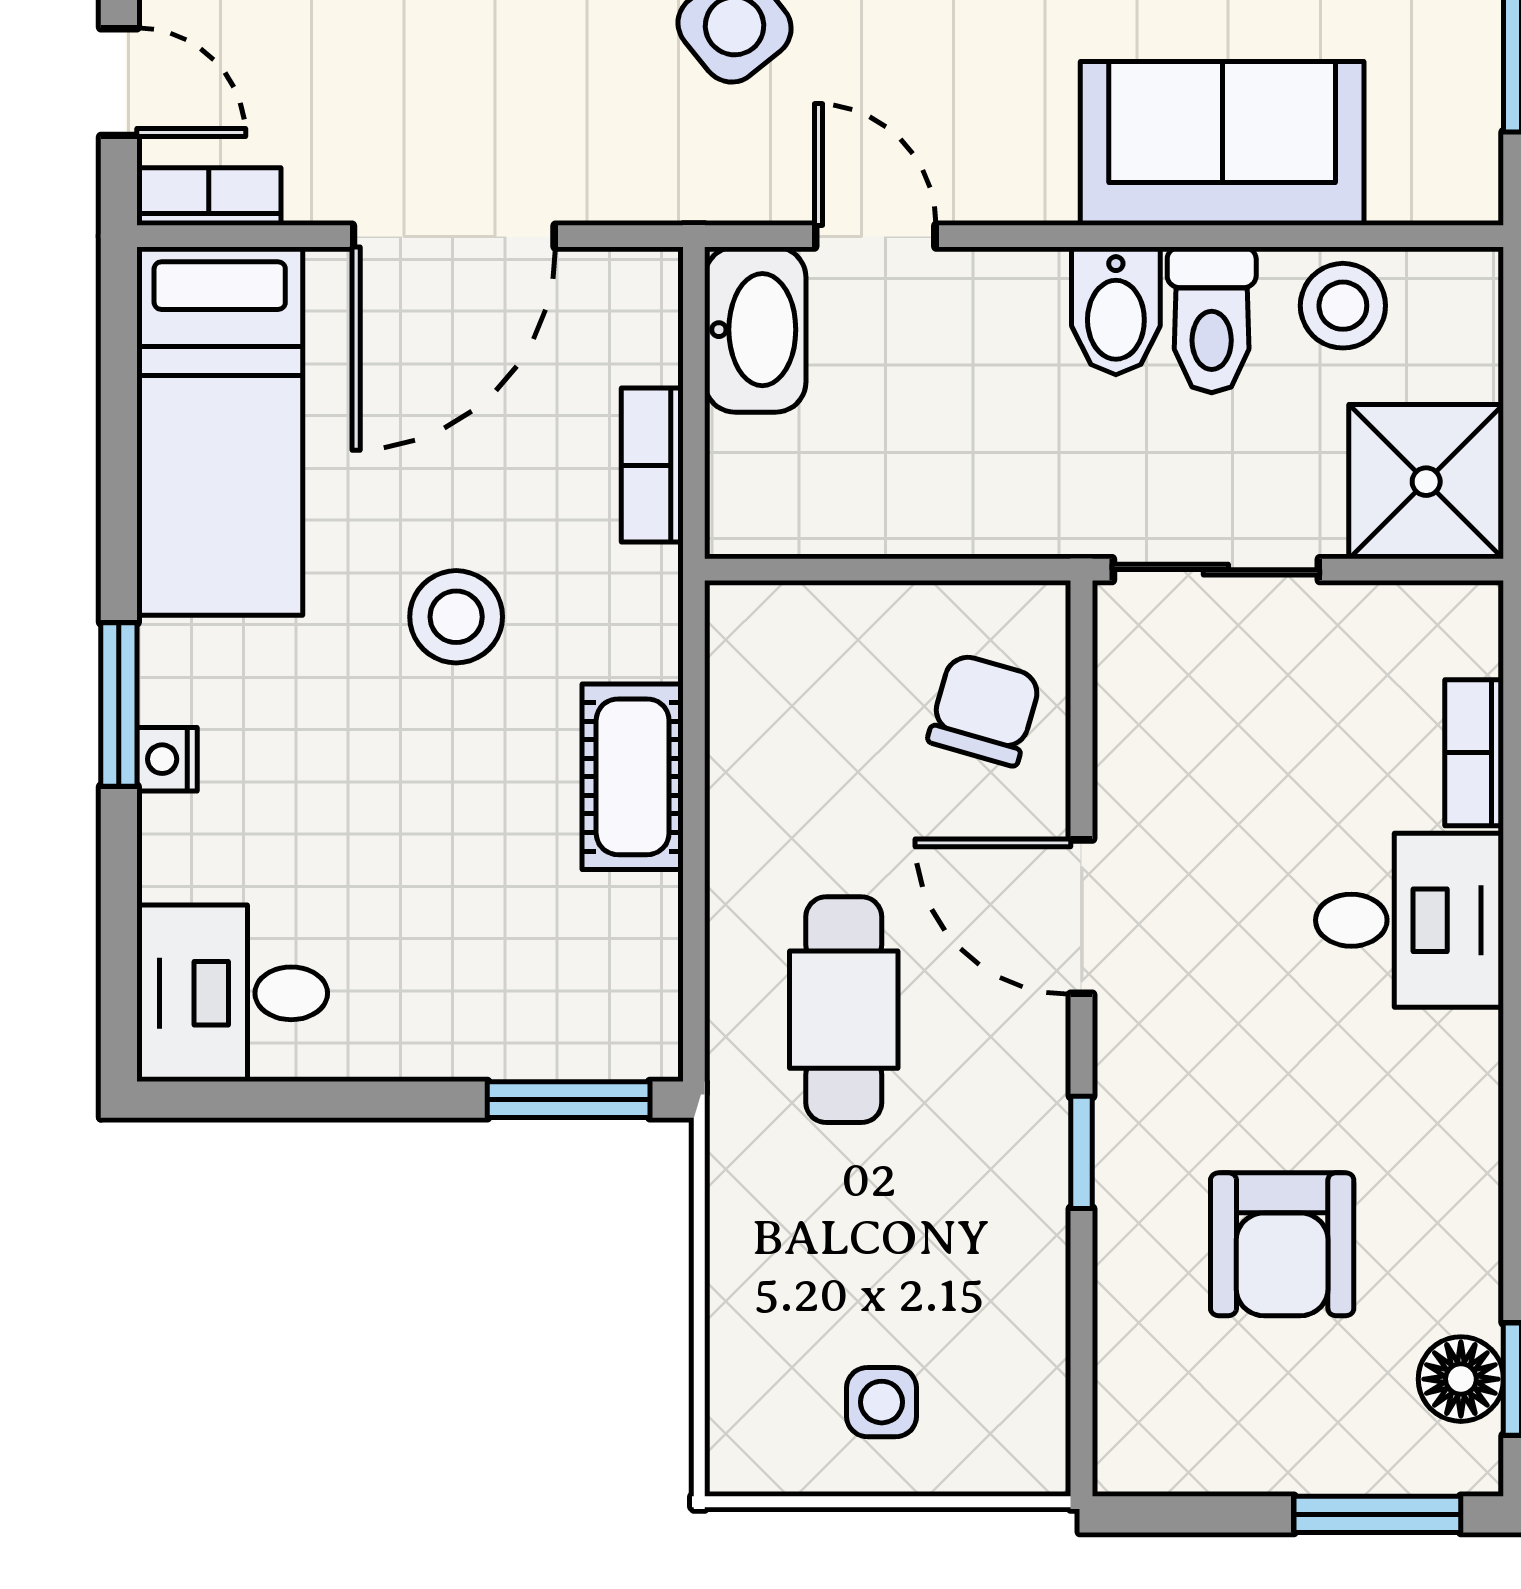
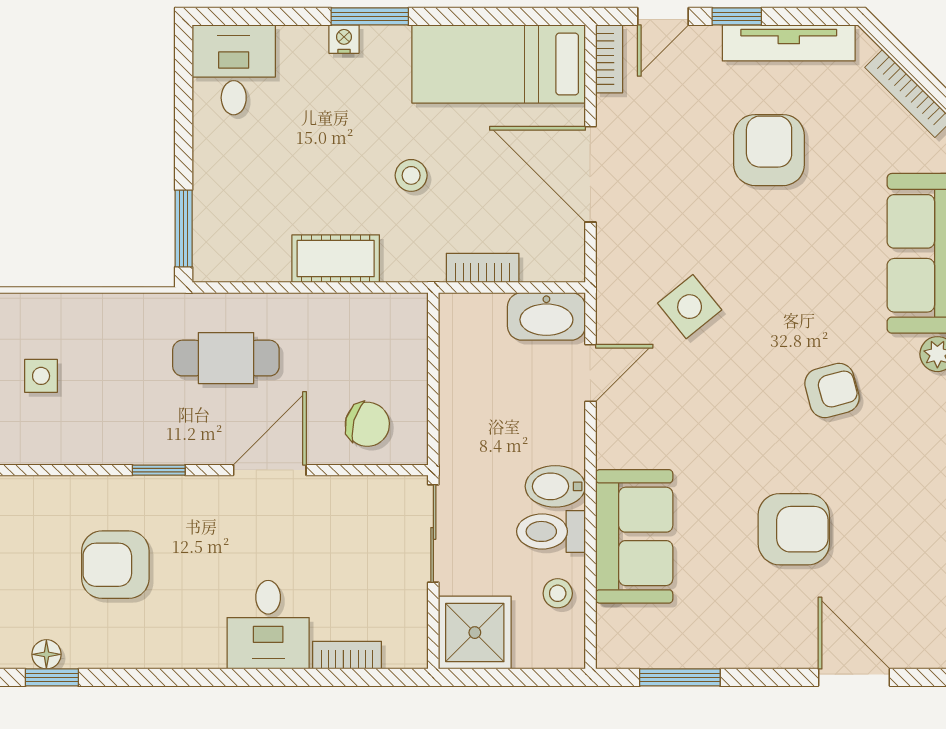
stool: (1343, 306) -> (558, 593), width x0.73, depth x0.73
stool: (456, 617) -> (411, 175), width x0.73, depth x0.73
floor lamp: (1461, 1379) -> (46, 654), width x0.73, depth x0.73

